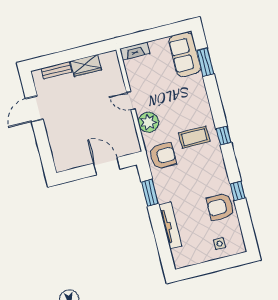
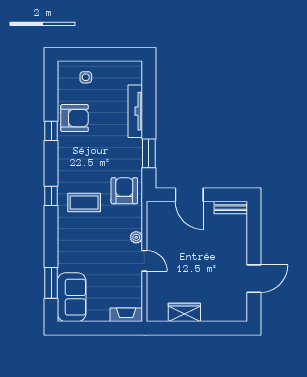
bench: (57, 70) -> (231, 208), moved
plant: (148, 122) -> (136, 237), width x0.53, depth x0.53
armchair: (163, 156) -> (124, 191), turned 90

